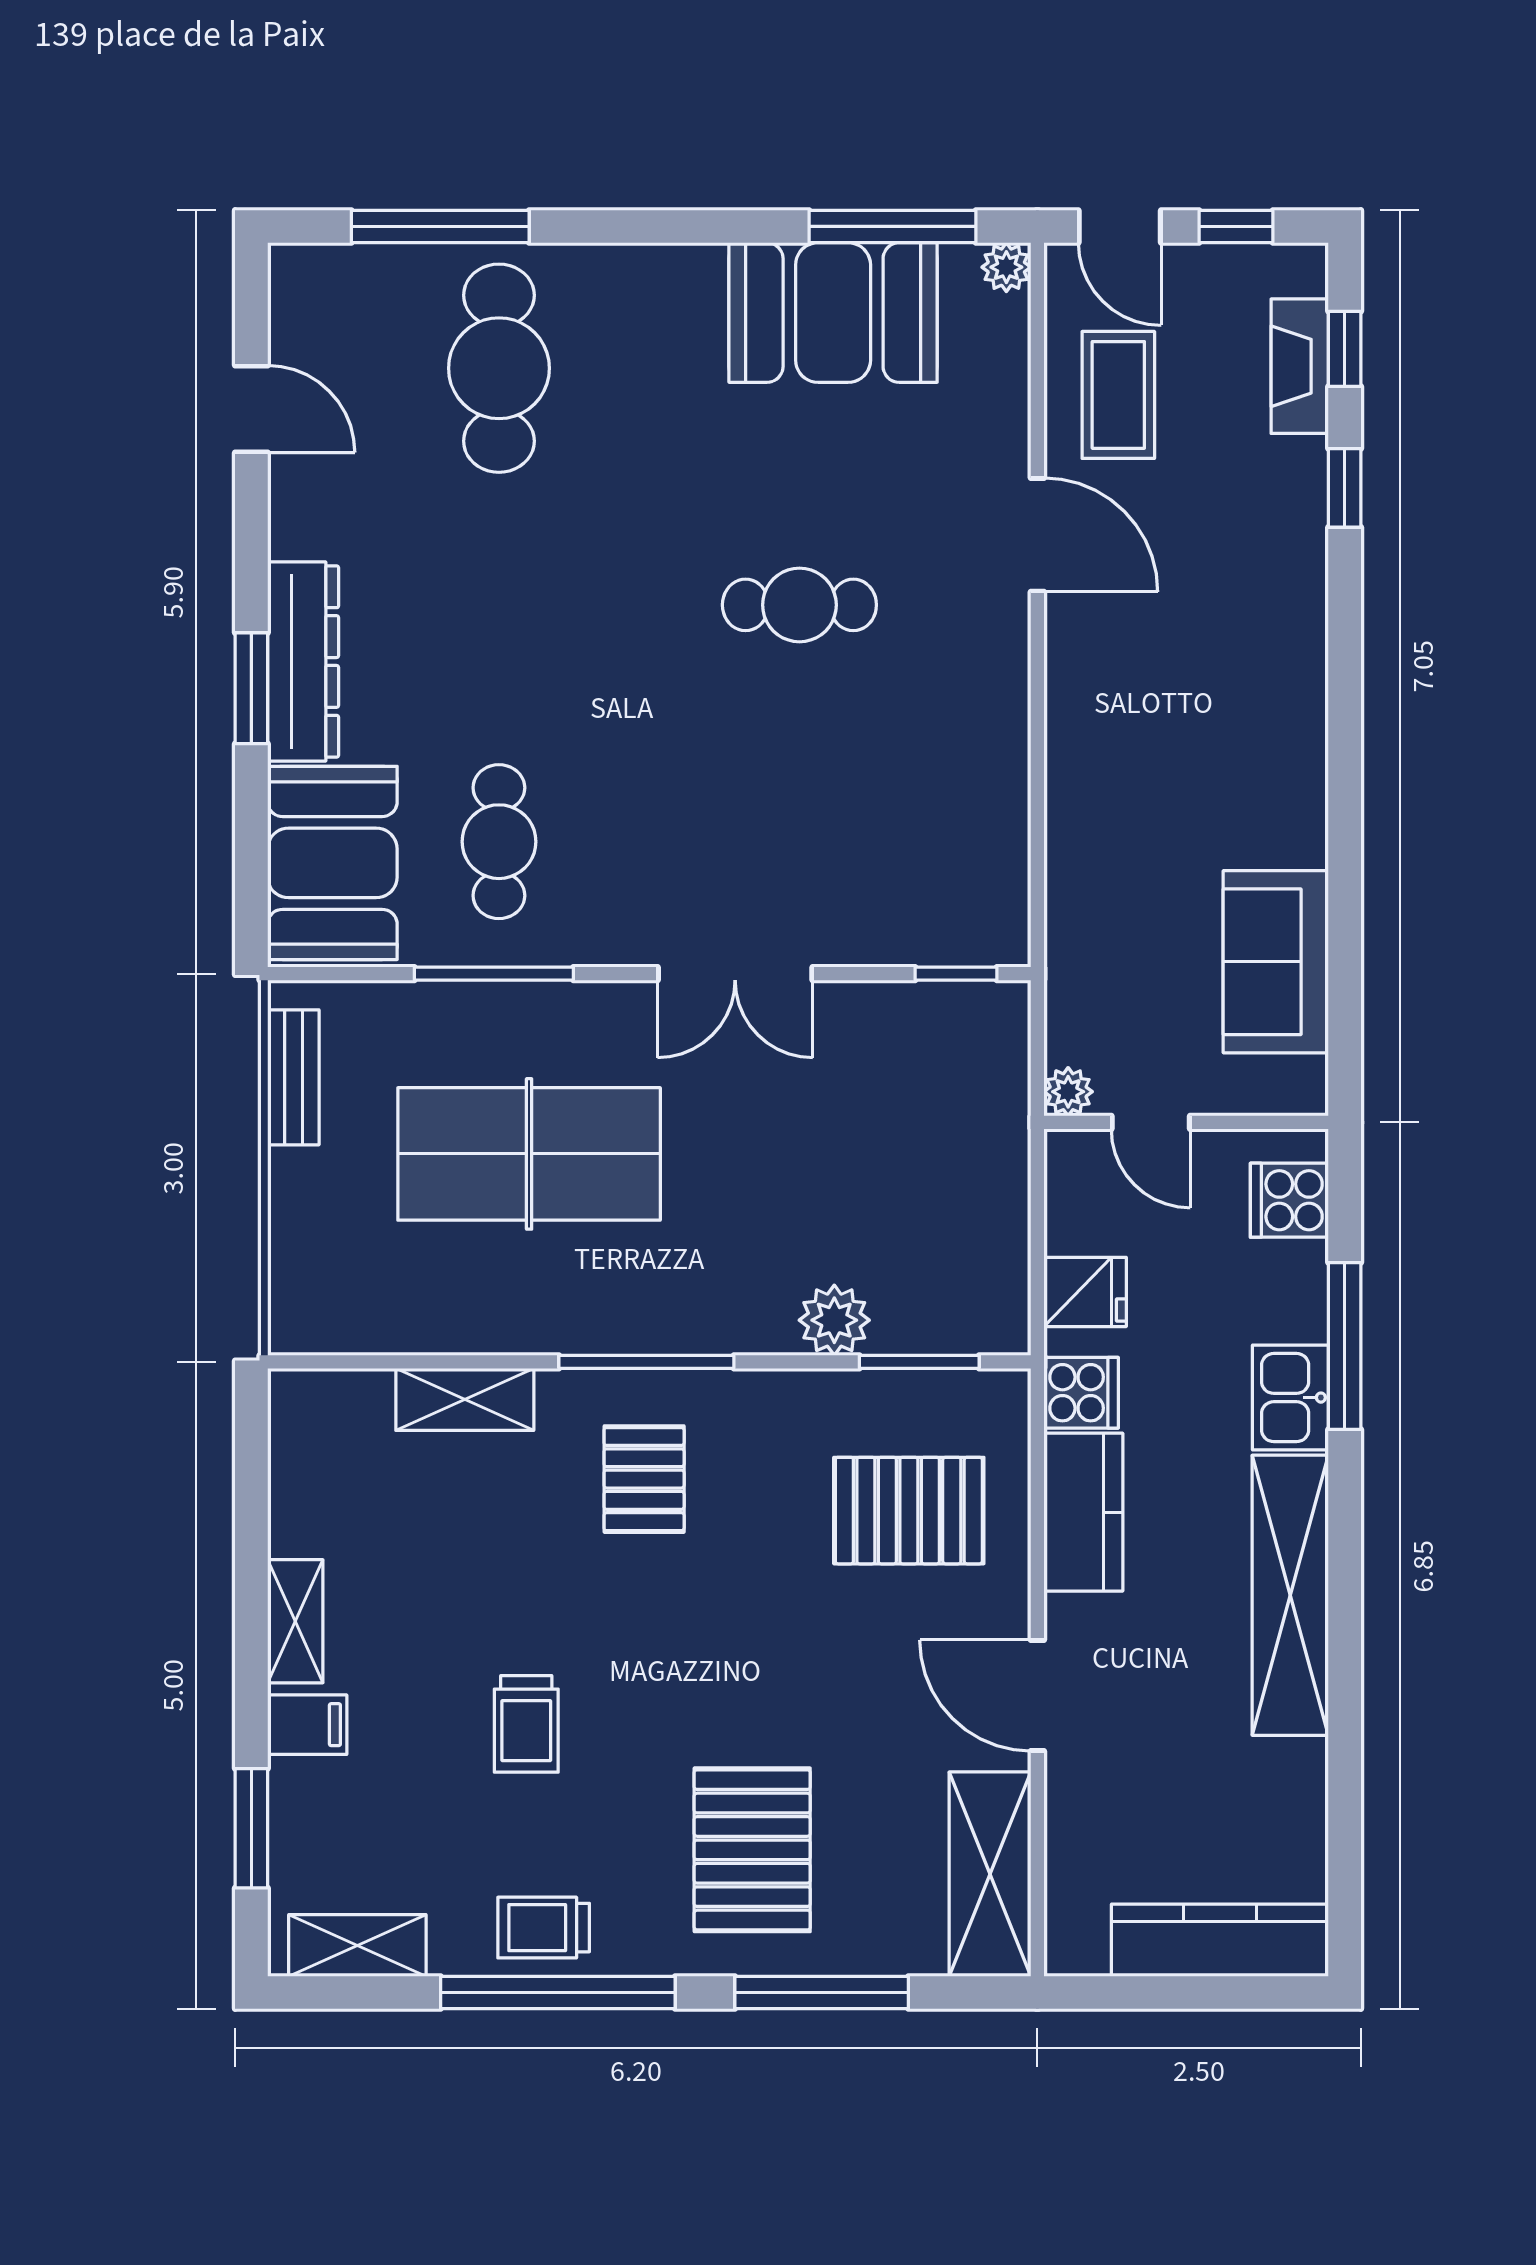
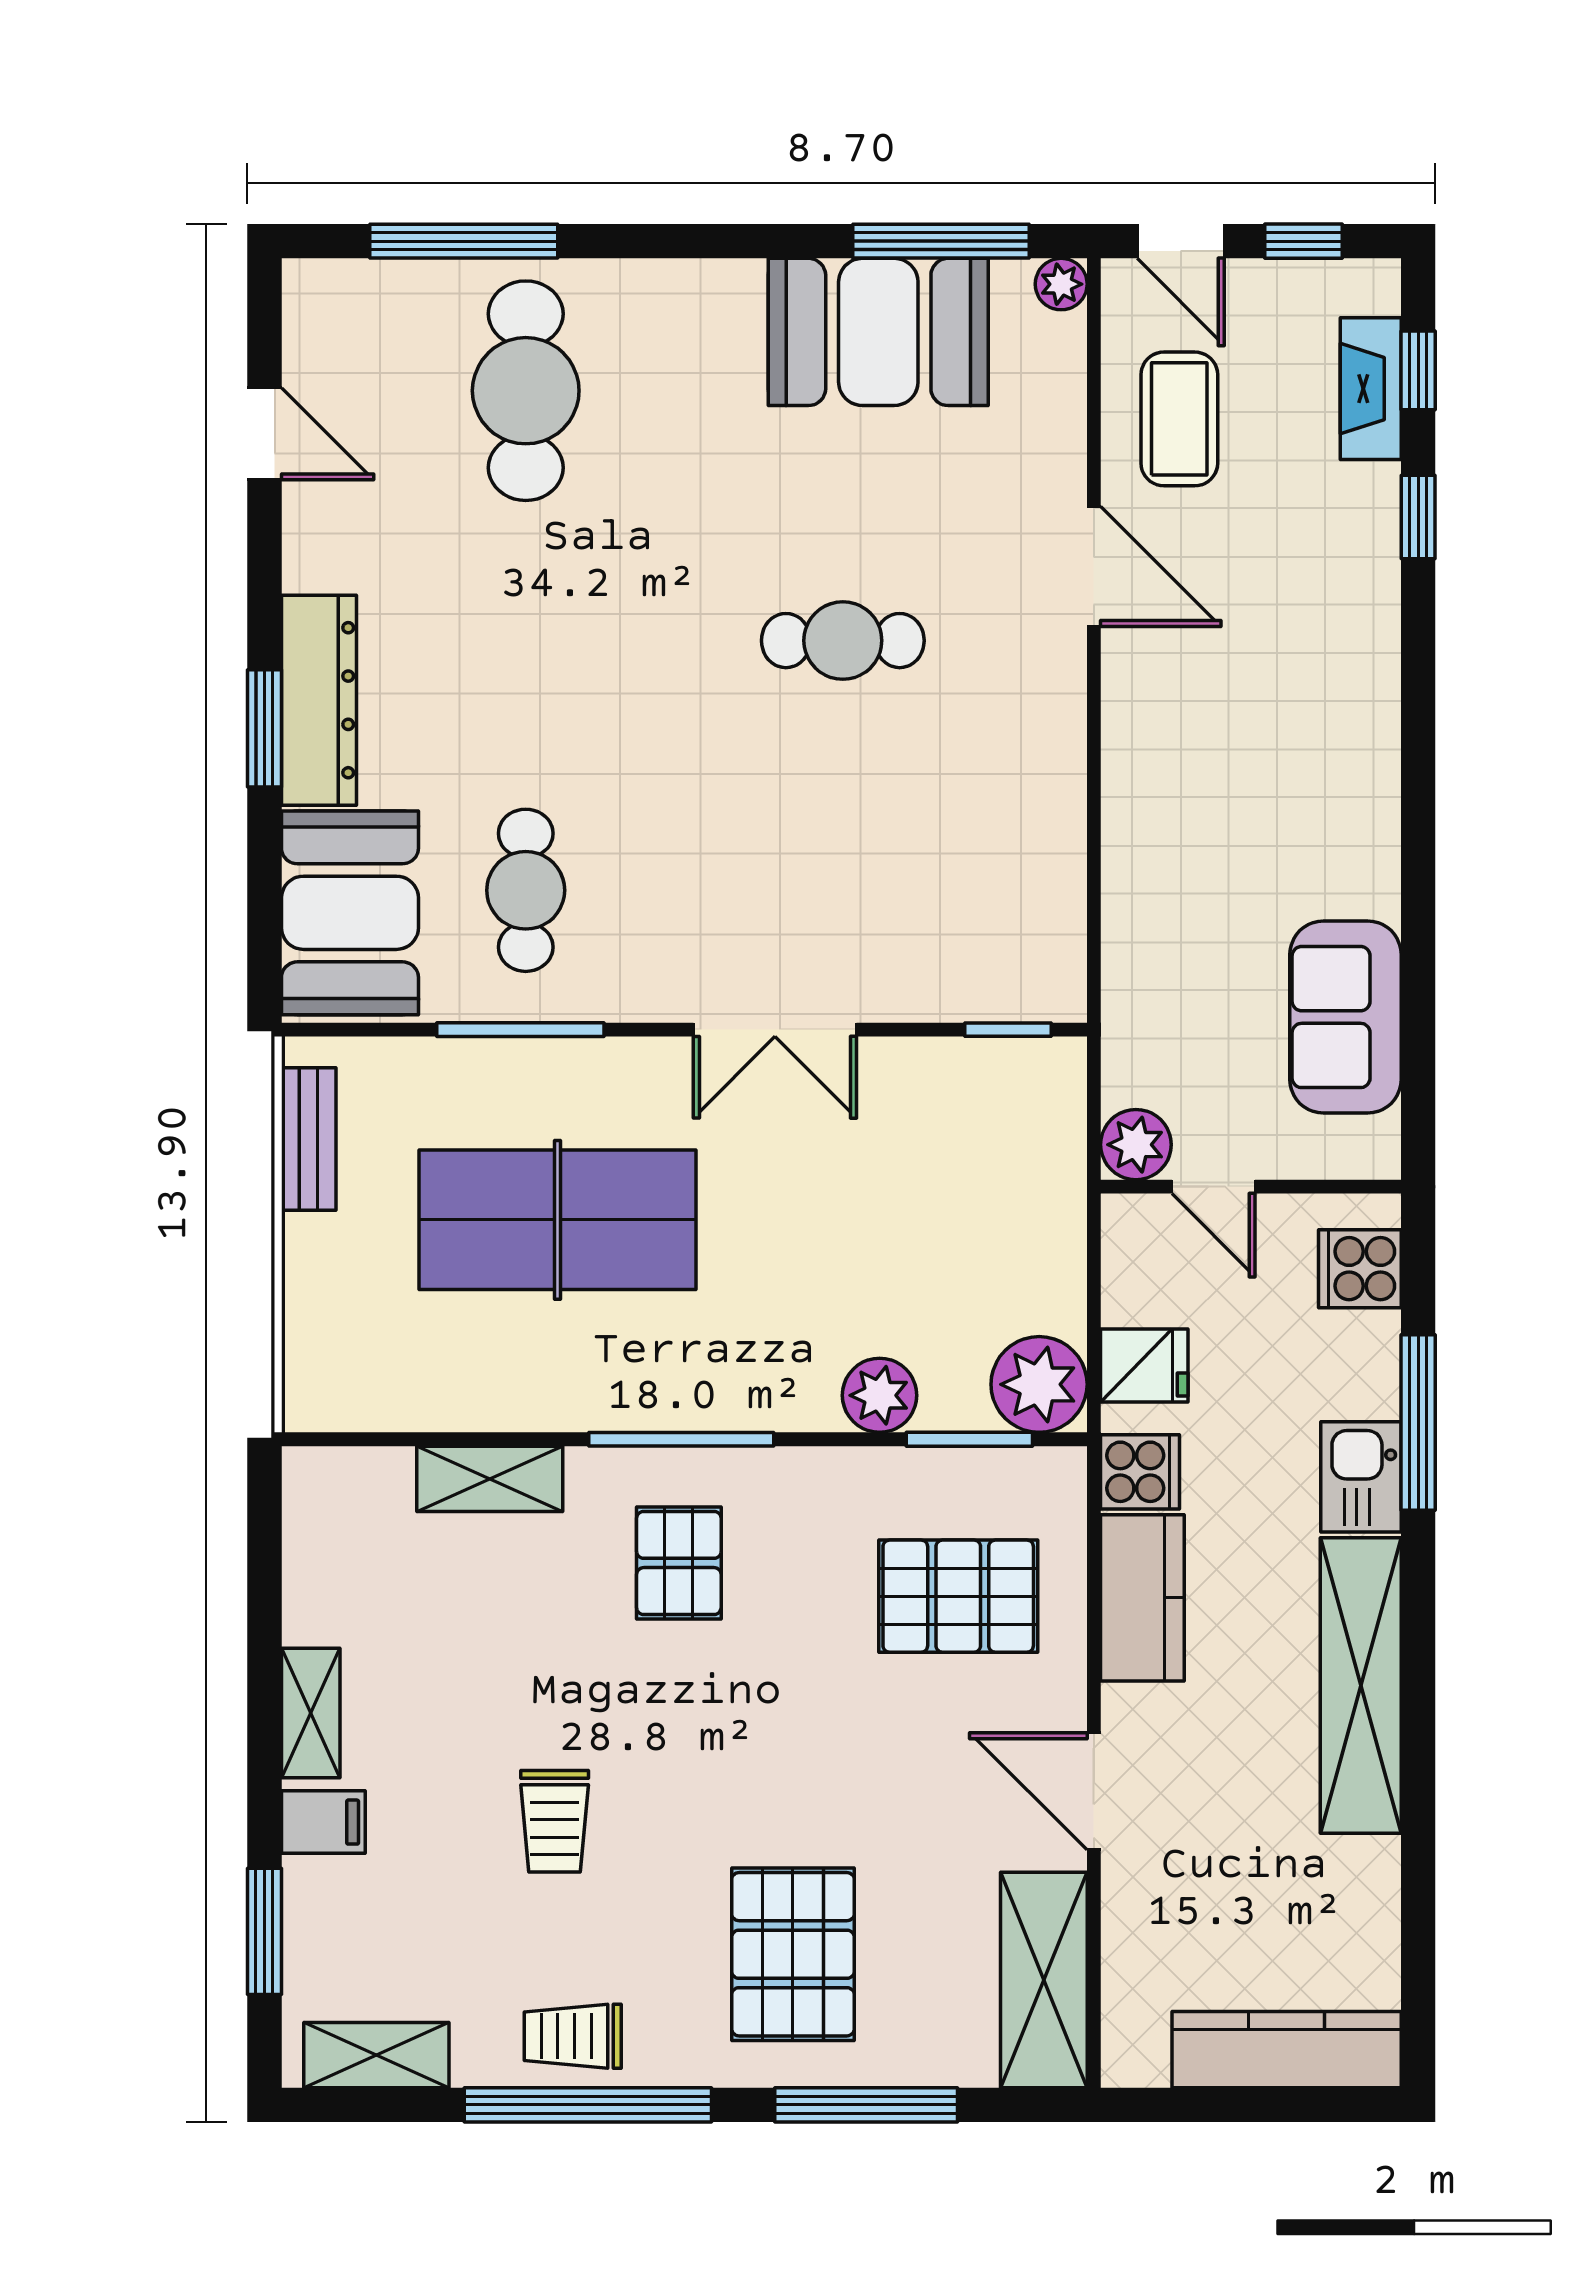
plant: (1068, 1092) -> (1136, 1145), width x1.38, depth x1.38
plant: (985, 1310) -> (1039, 1384), added

